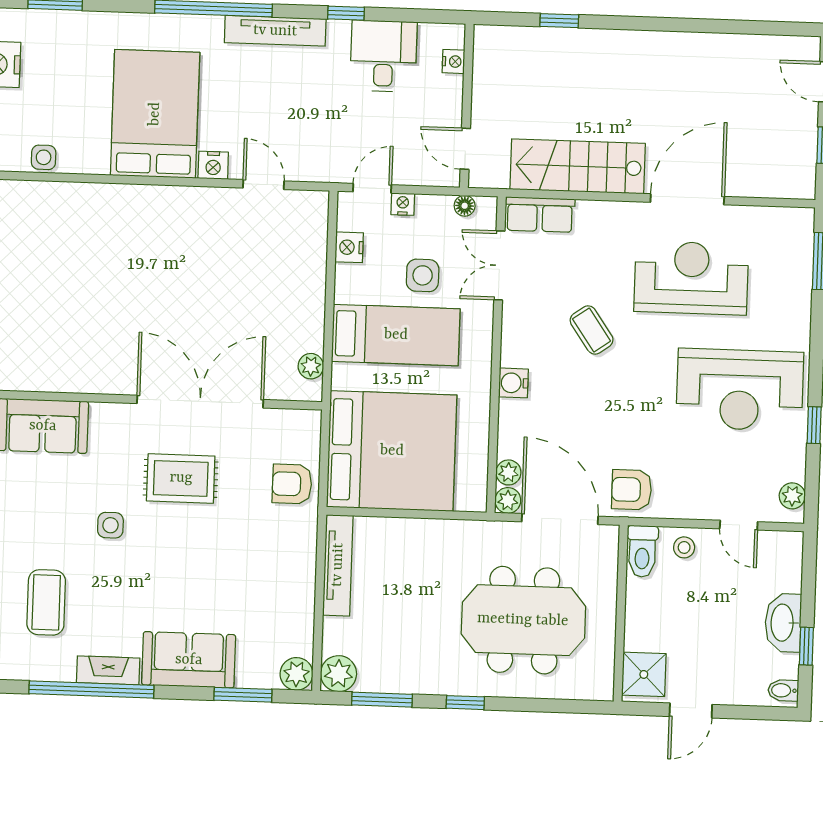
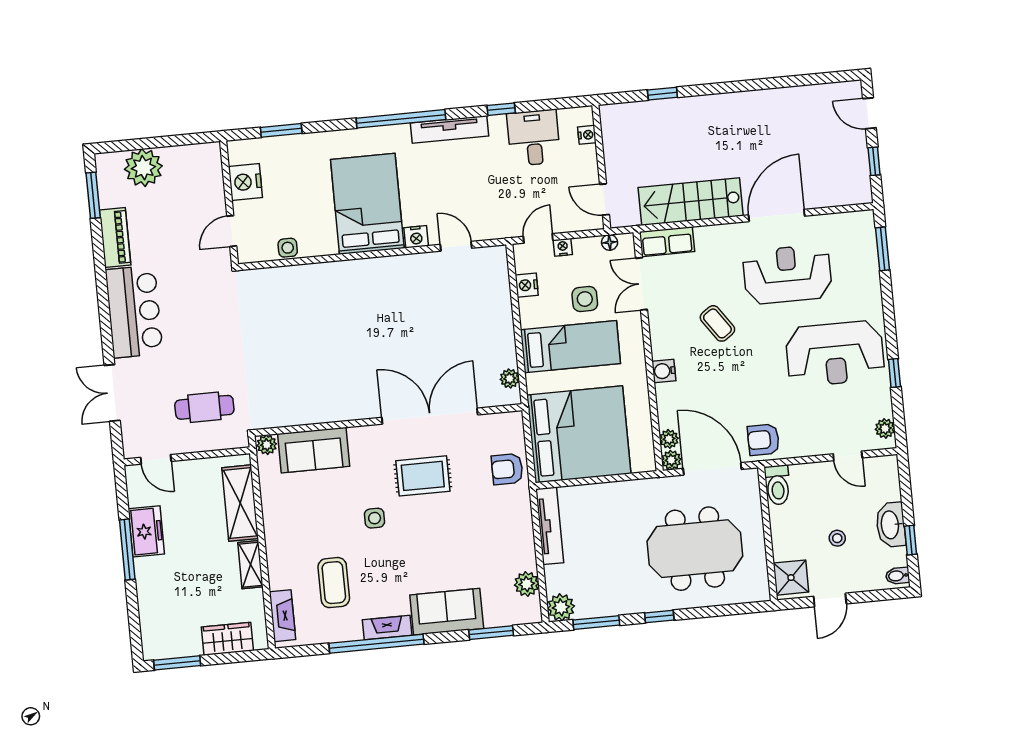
stool: (684, 547) -> (837, 538), moved
plant: (296, 674) -> (527, 584), moved

